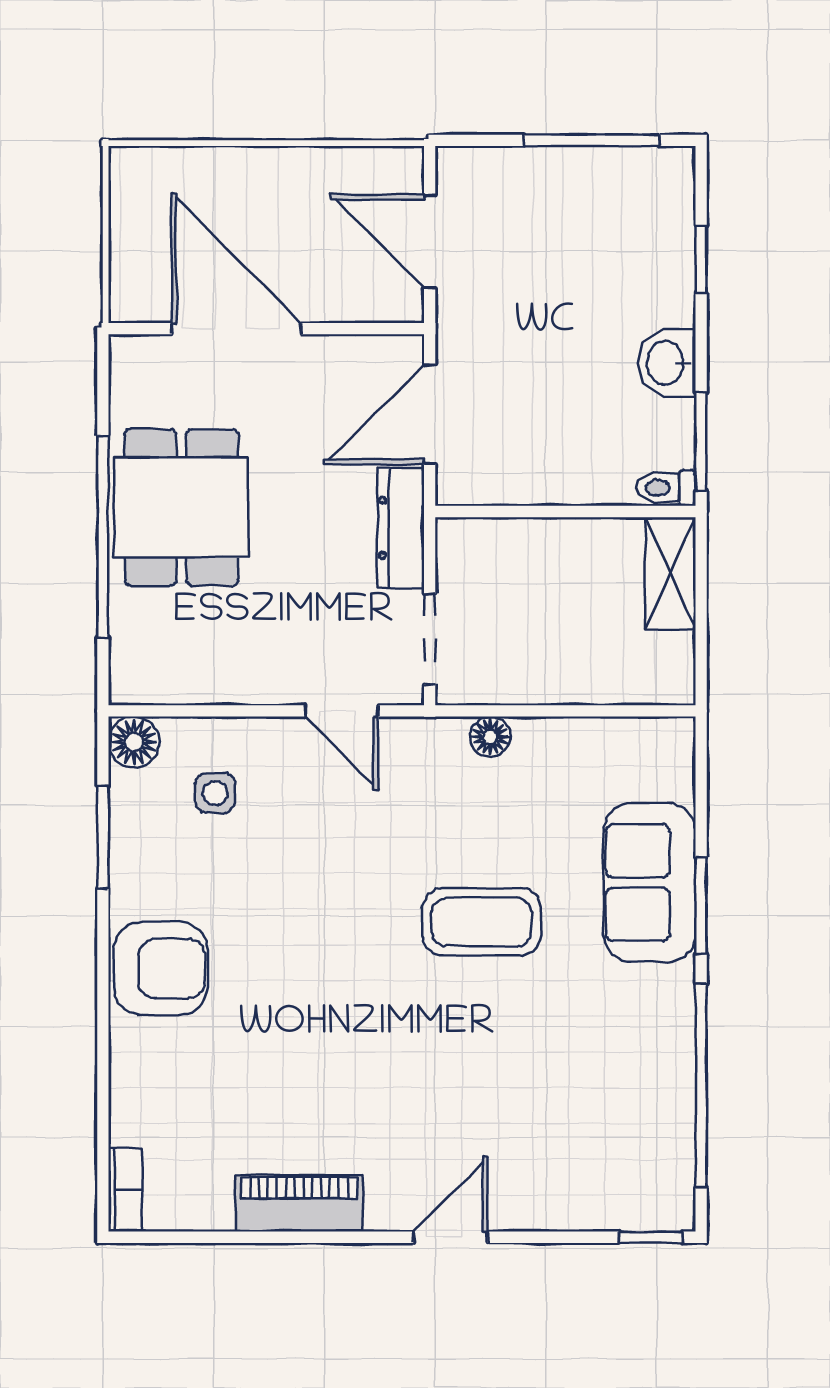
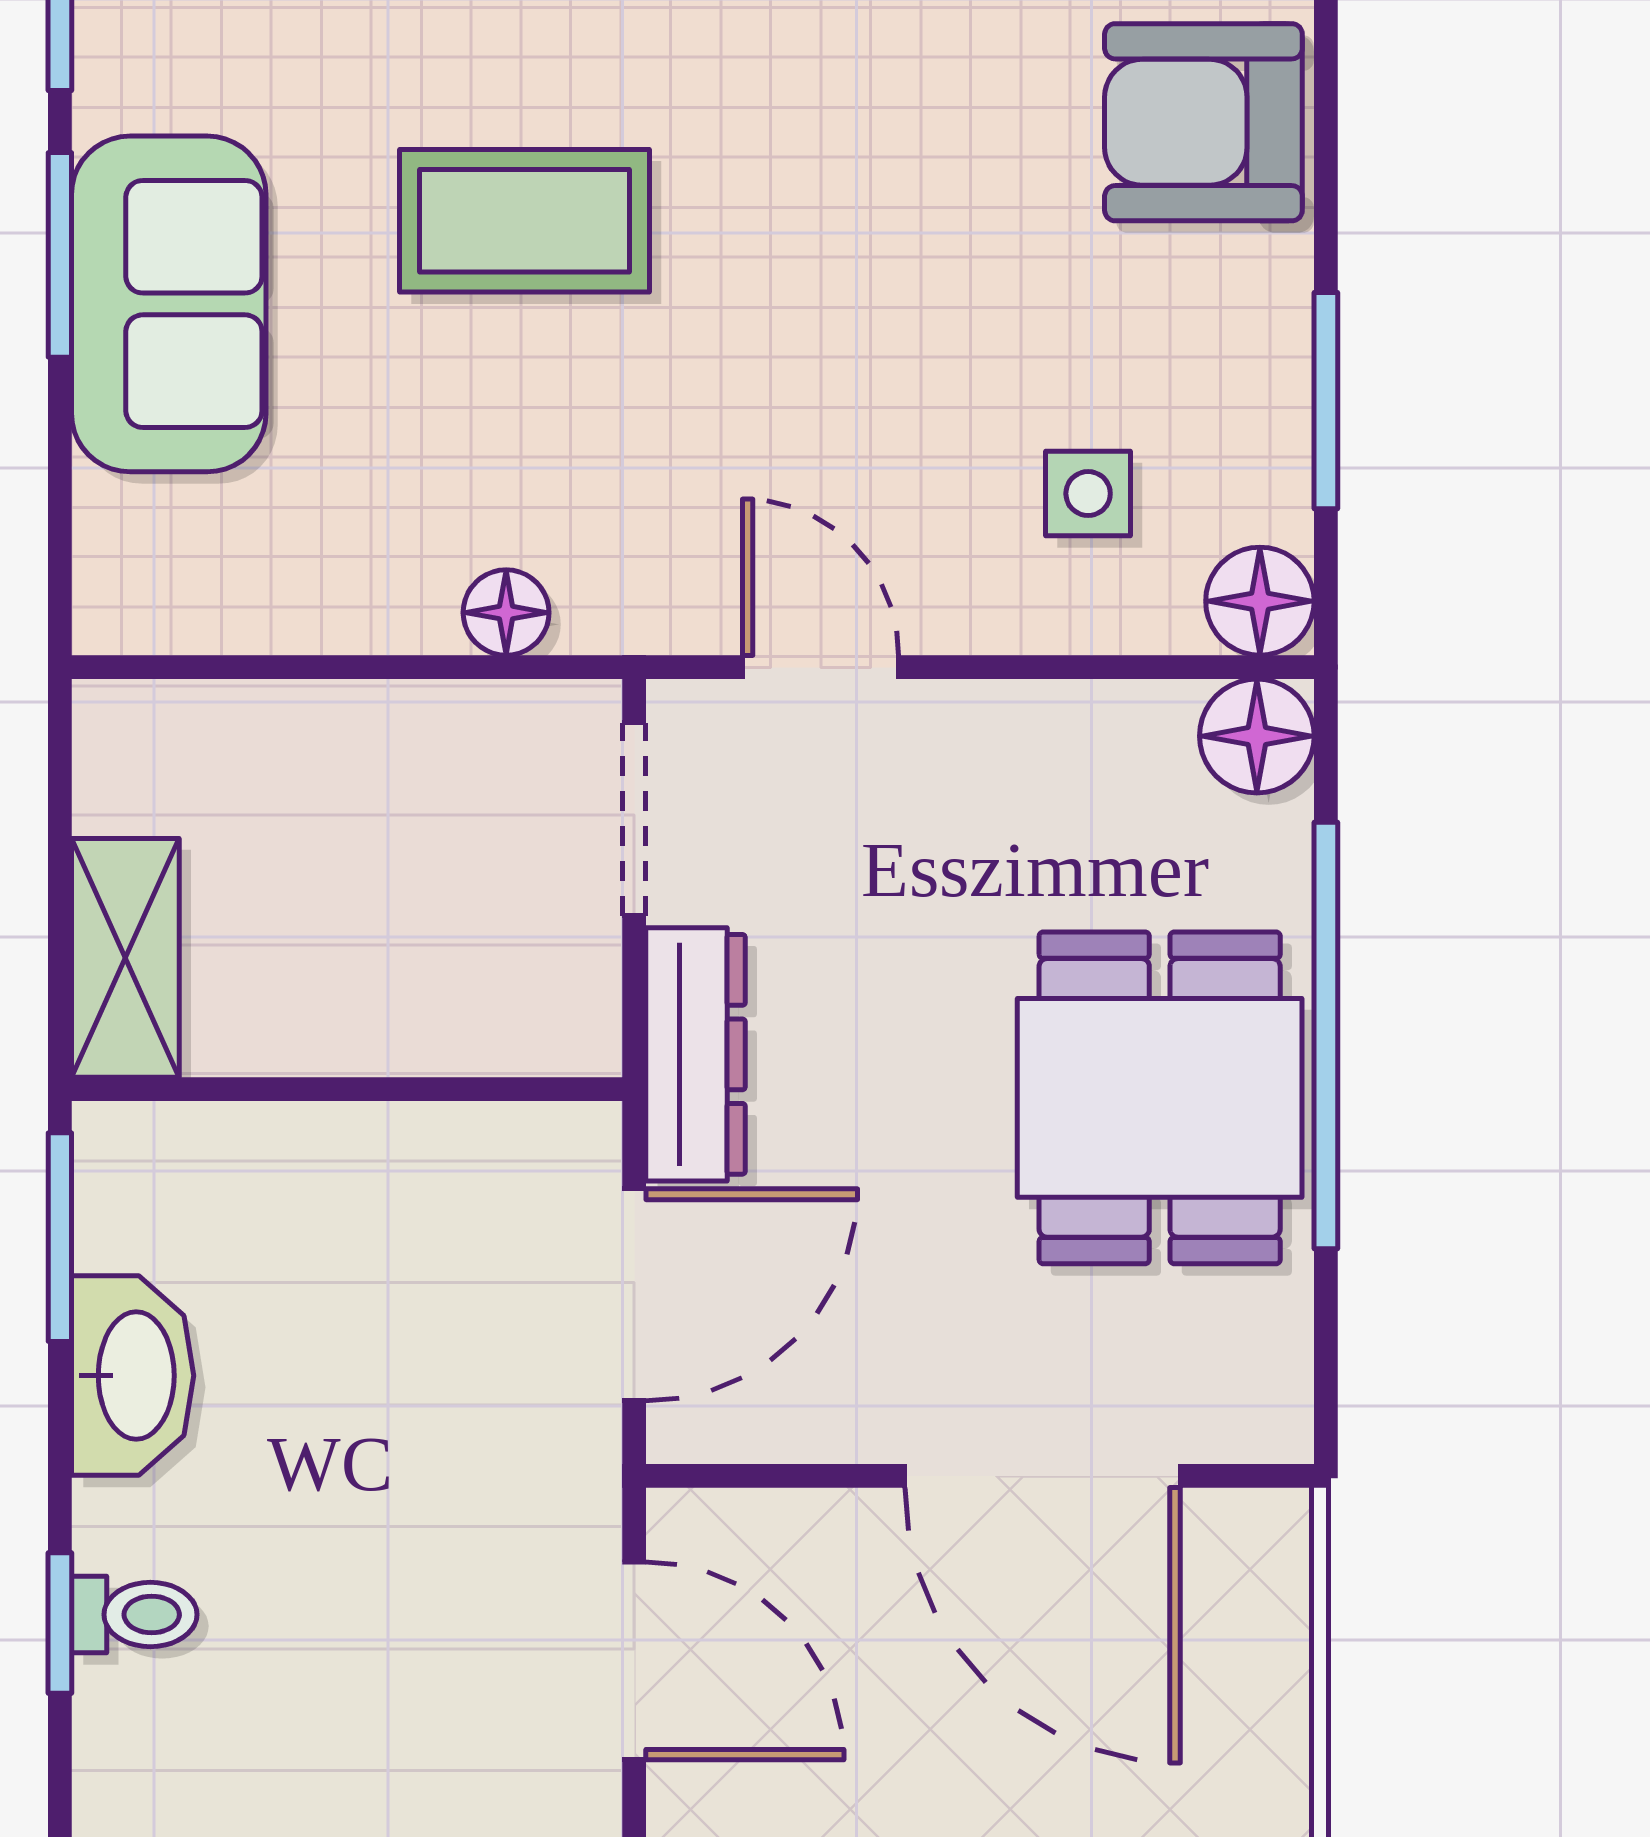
washbasin: (667, 363) -> (133, 1376), width x1.38
toilet: (666, 488) -> (134, 1615), moved
floor lamp: (135, 678) -> (1257, 736), added

